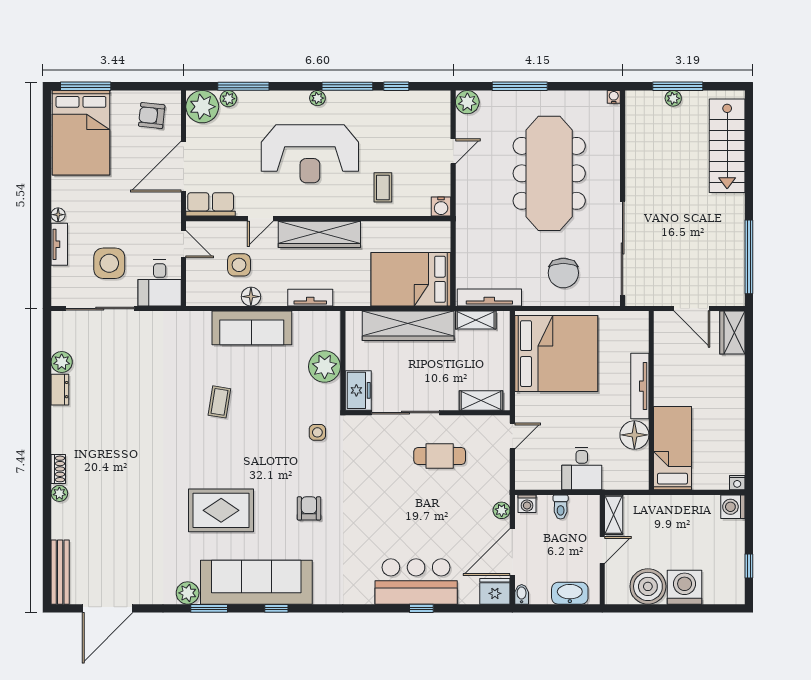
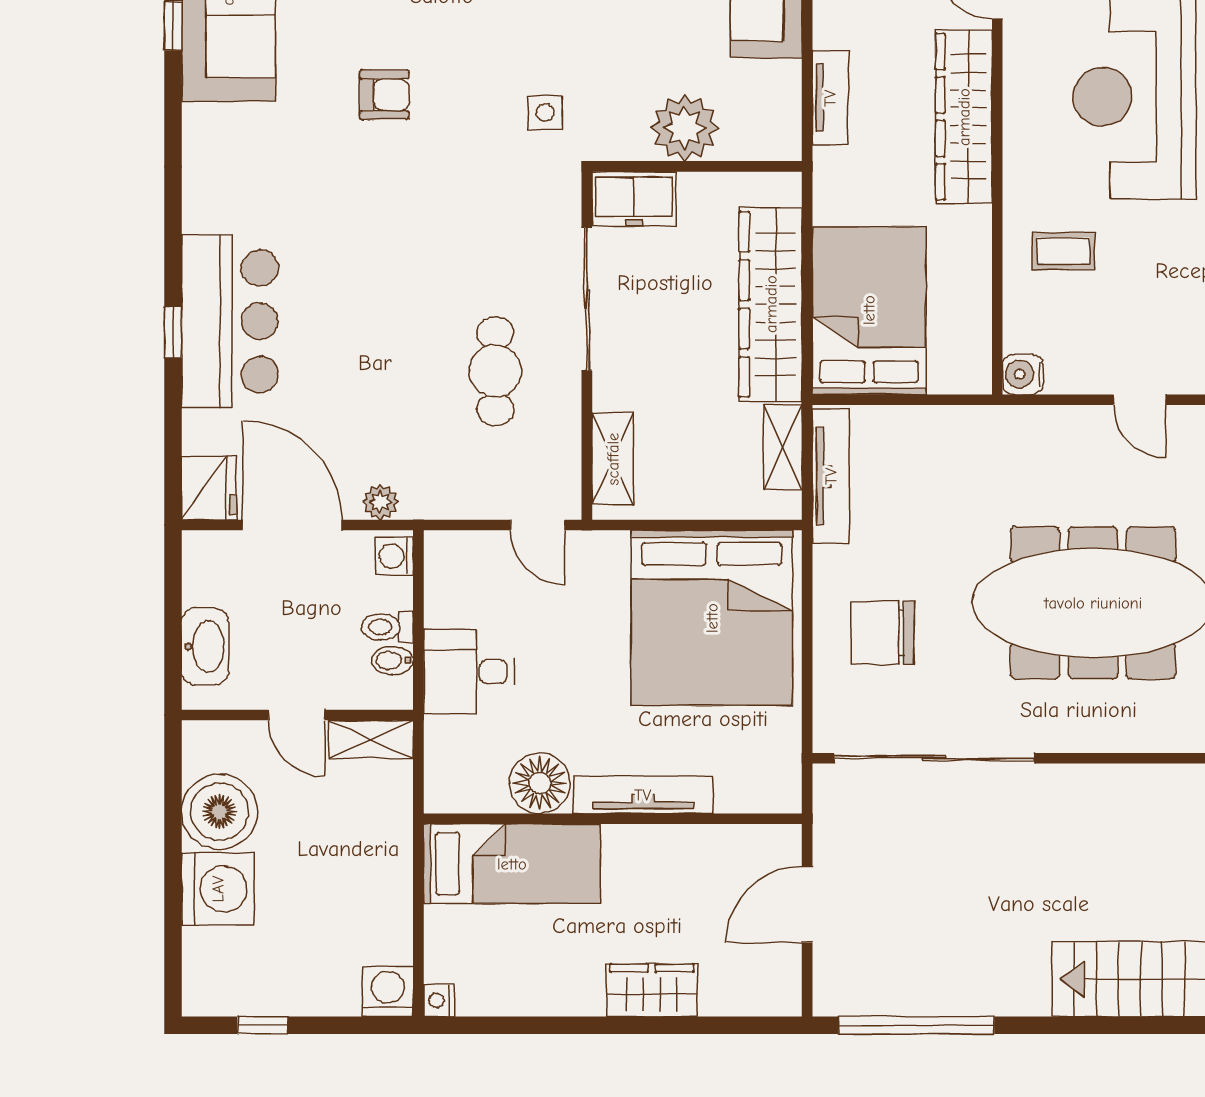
wardrobe: (732, 333) -> (652, 990), moved
bidet: (522, 594) -> (392, 661), moved, turned 180

